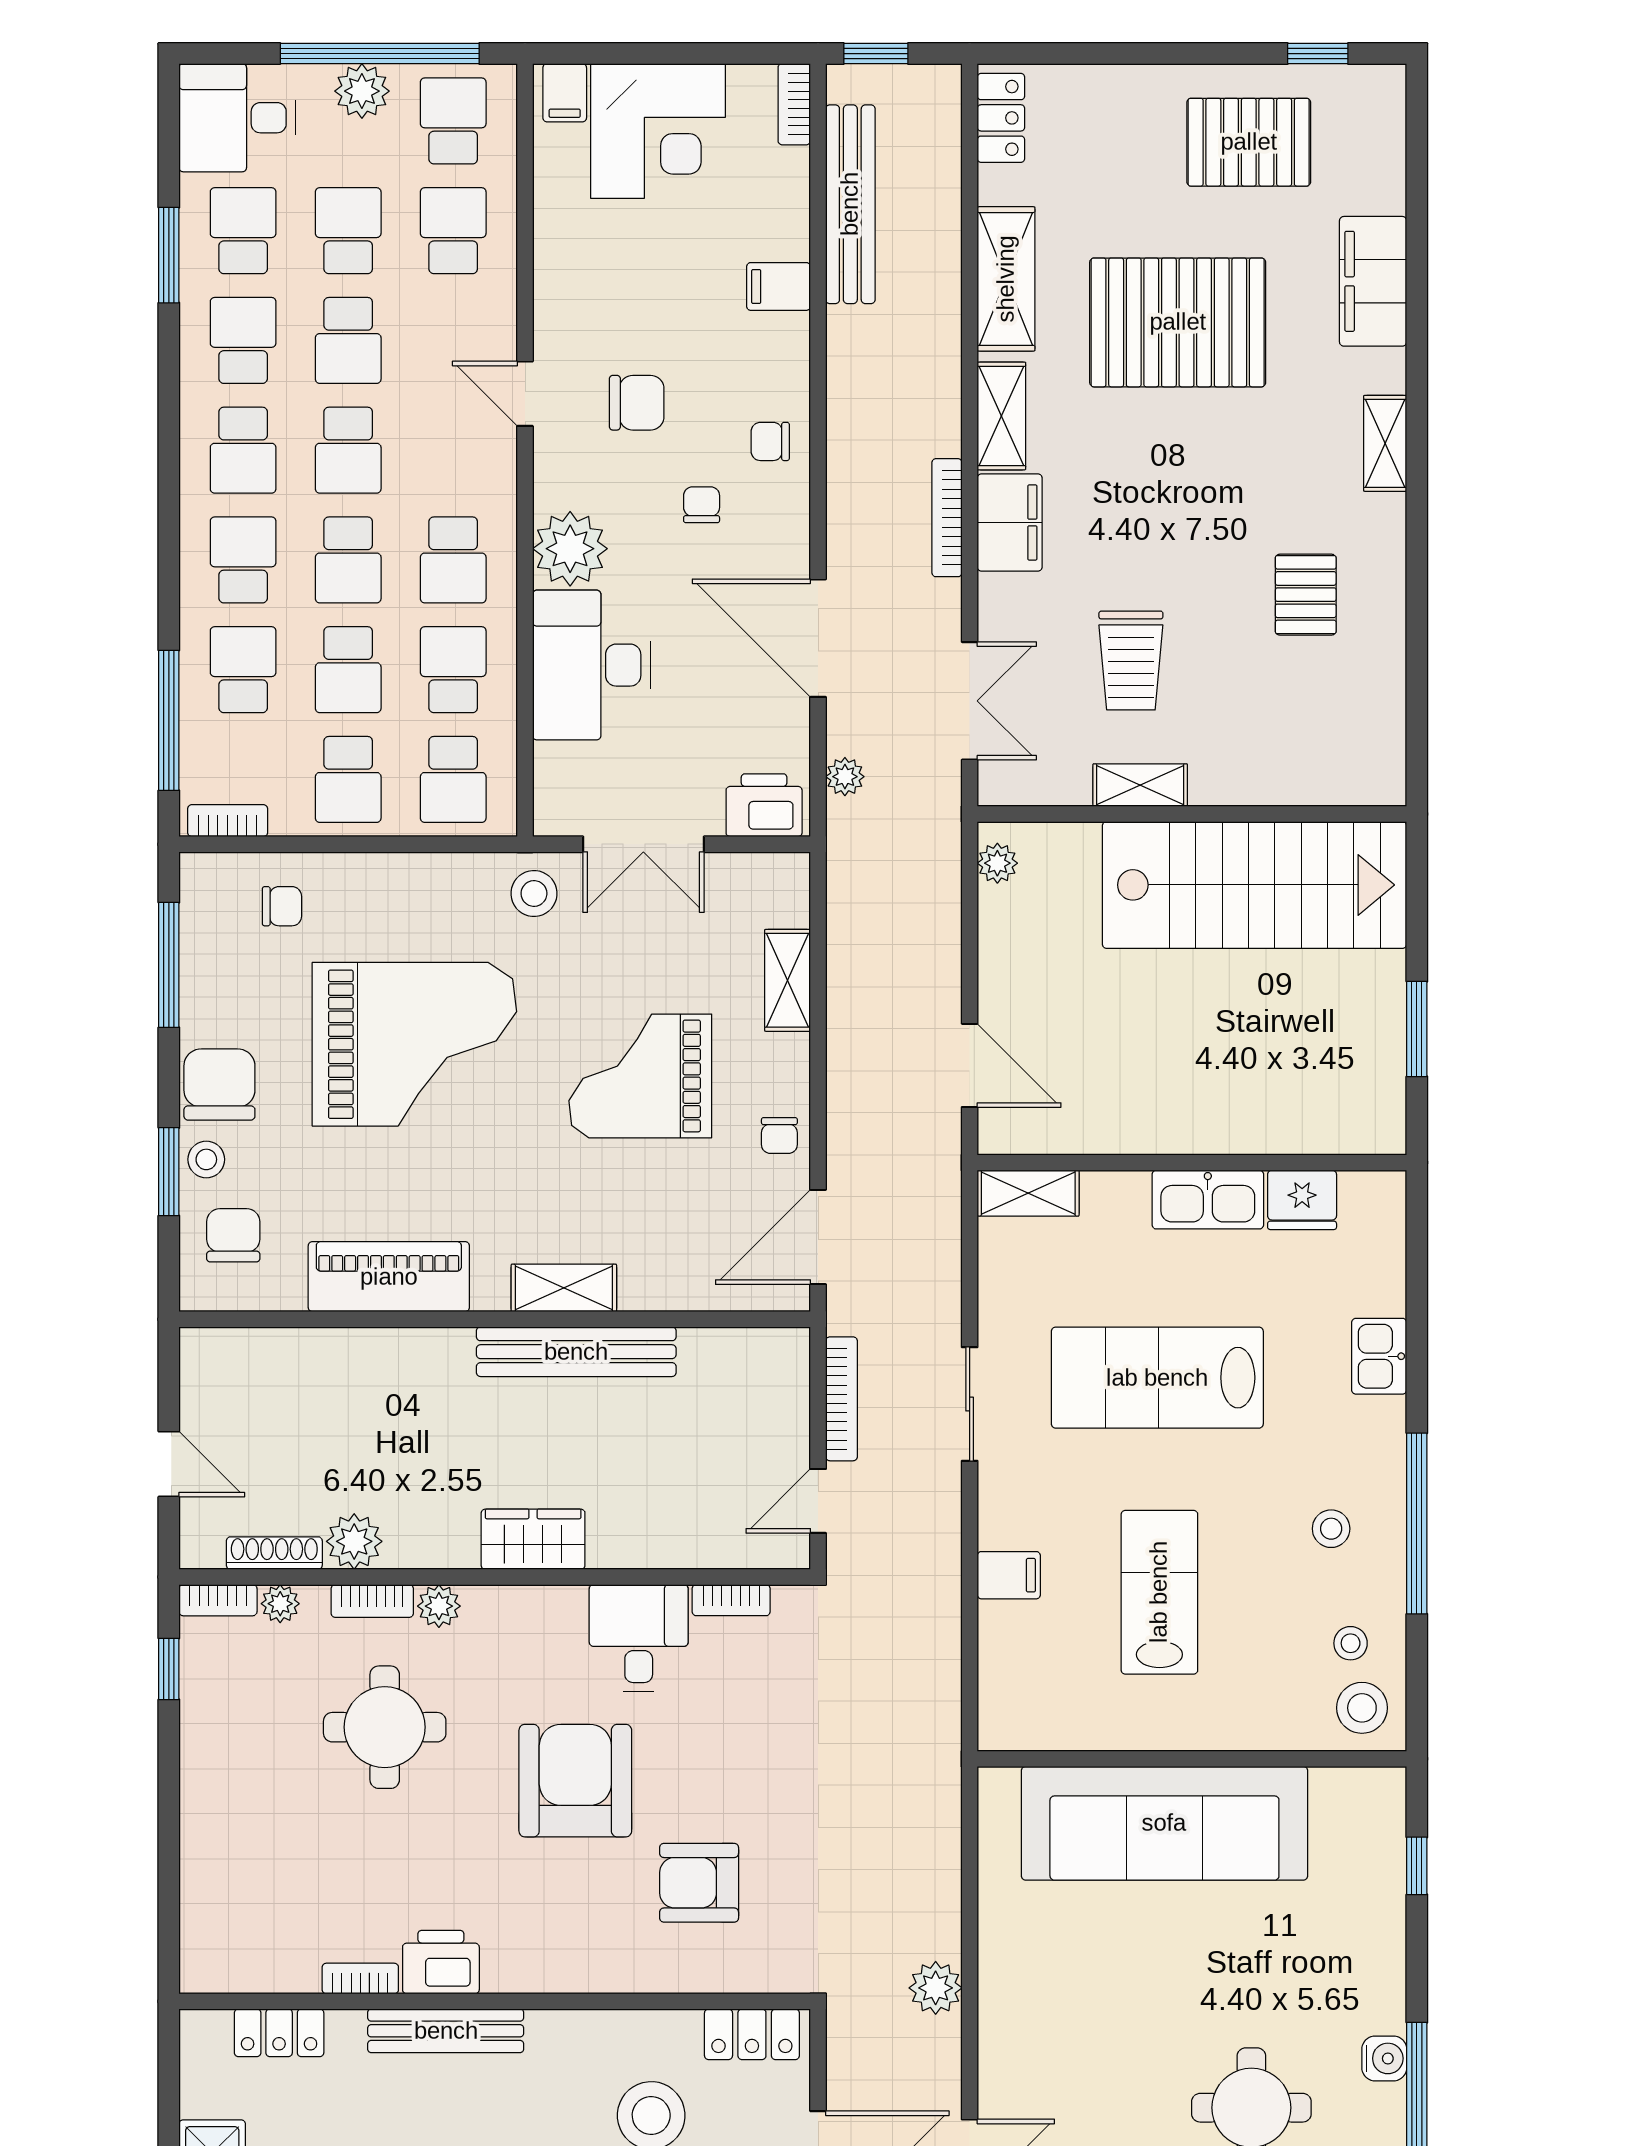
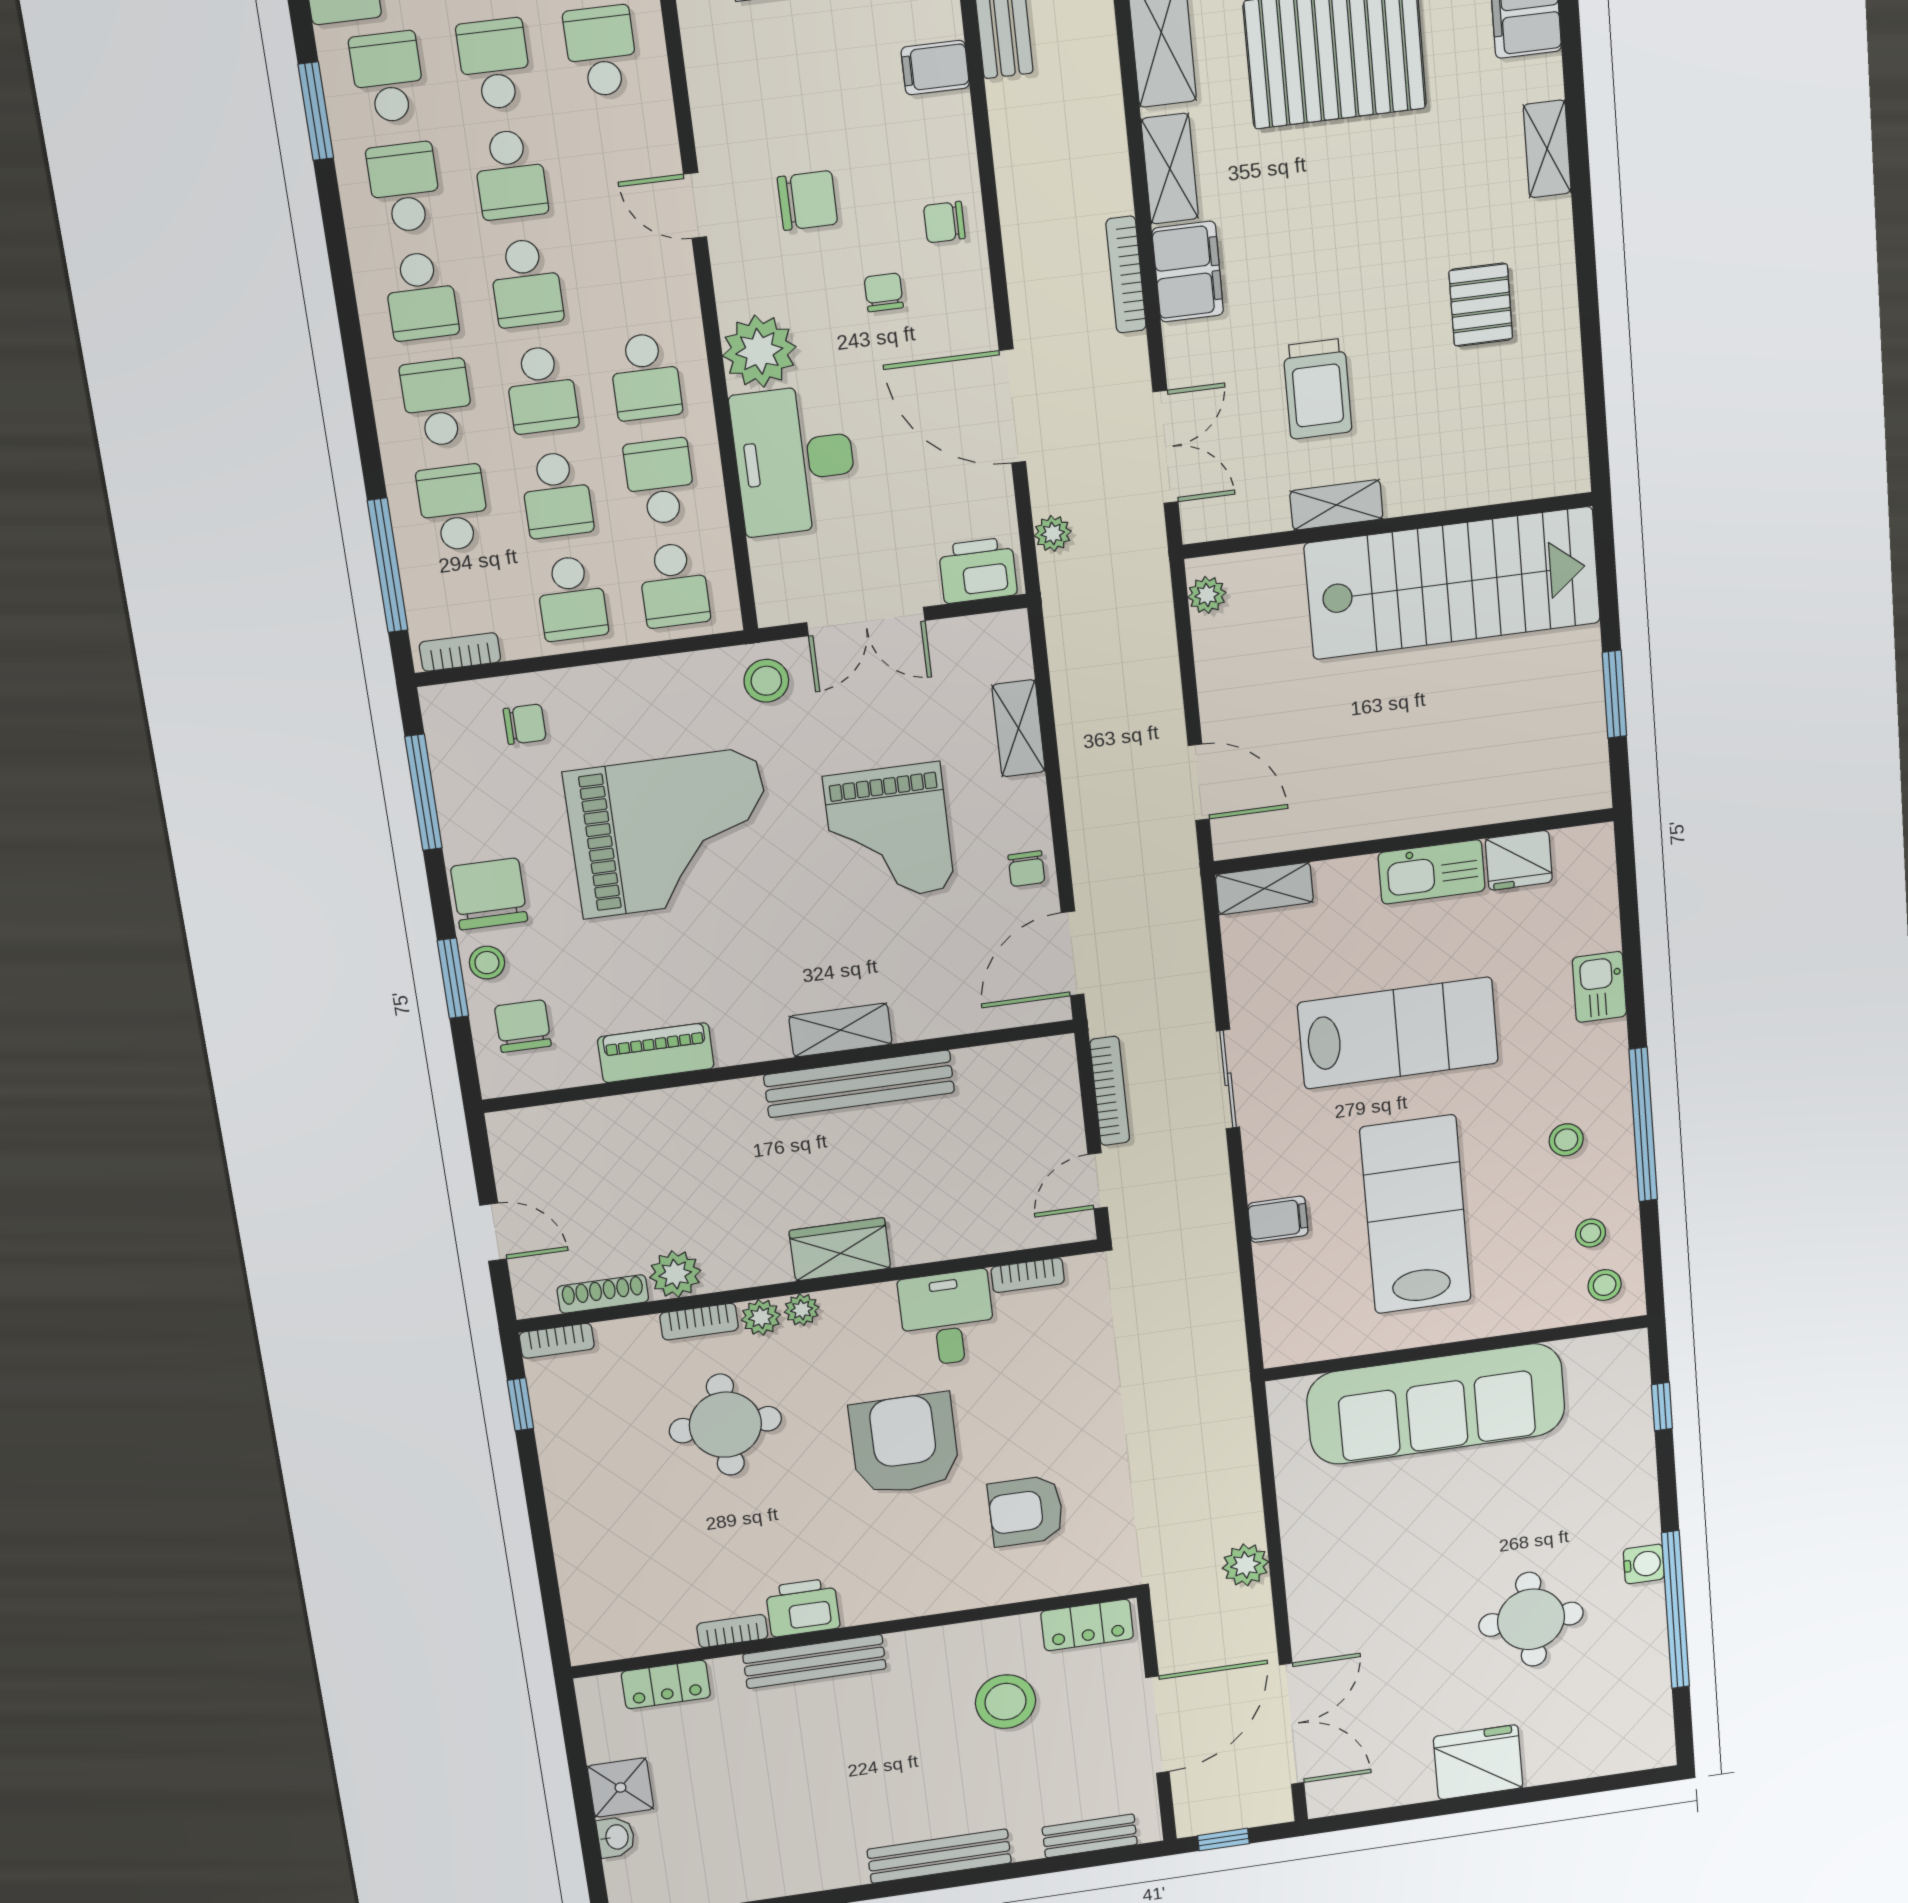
grand piano: (640, 1076) -> (889, 833), turned -90
piano: (389, 1277) -> (656, 1053), width x0.73, depth x0.75
lab bench: (1157, 1378) -> (1398, 1033), turned 180
lab bench: (1159, 1592) -> (1415, 1215), width x1.36, depth x1.39
plant: (280, 1604) -> (802, 1310), moved
stool: (1362, 1708) -> (1605, 1285), width x0.73, depth x0.73

